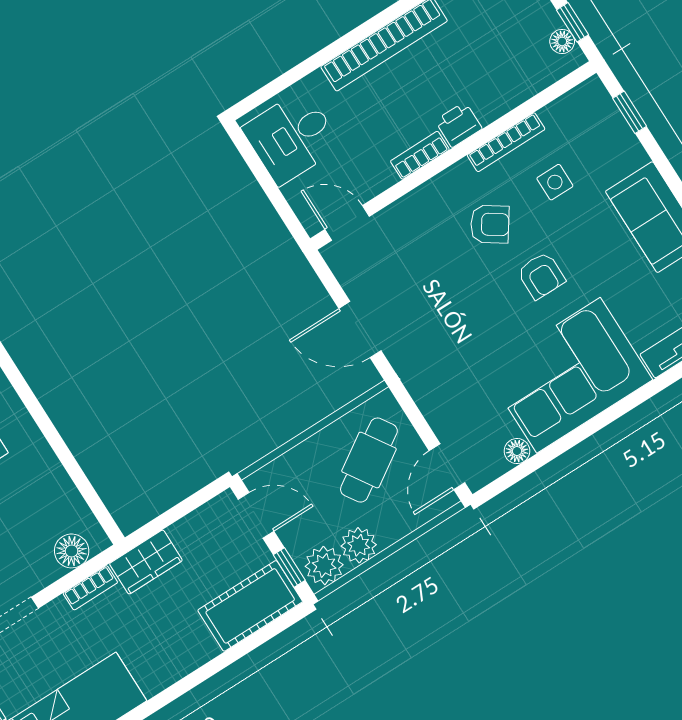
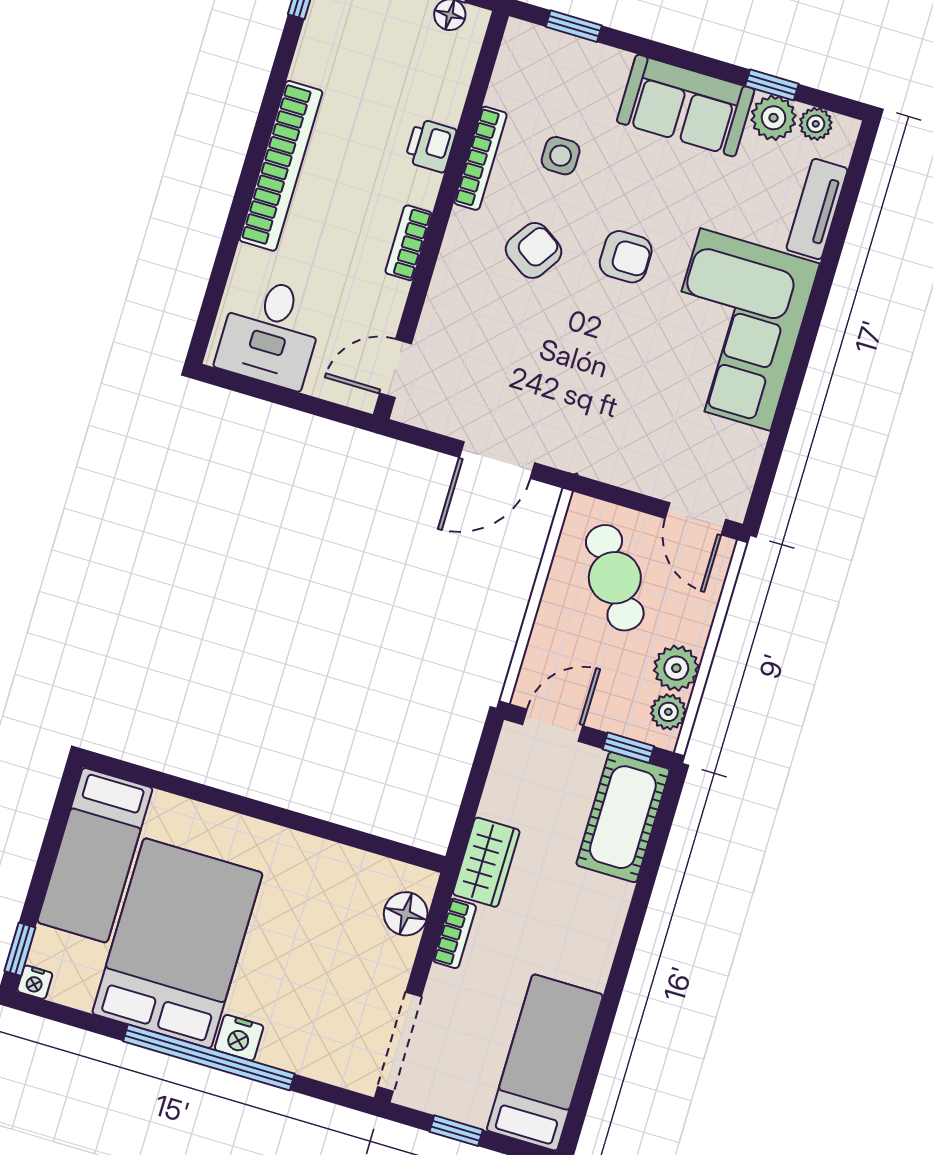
printer: (458, 125) -> (431, 145), moved
floor lamp: (517, 451) -> (749, 445), removed
plant: (324, 565) -> (668, 712), width x0.73, depth x0.73

